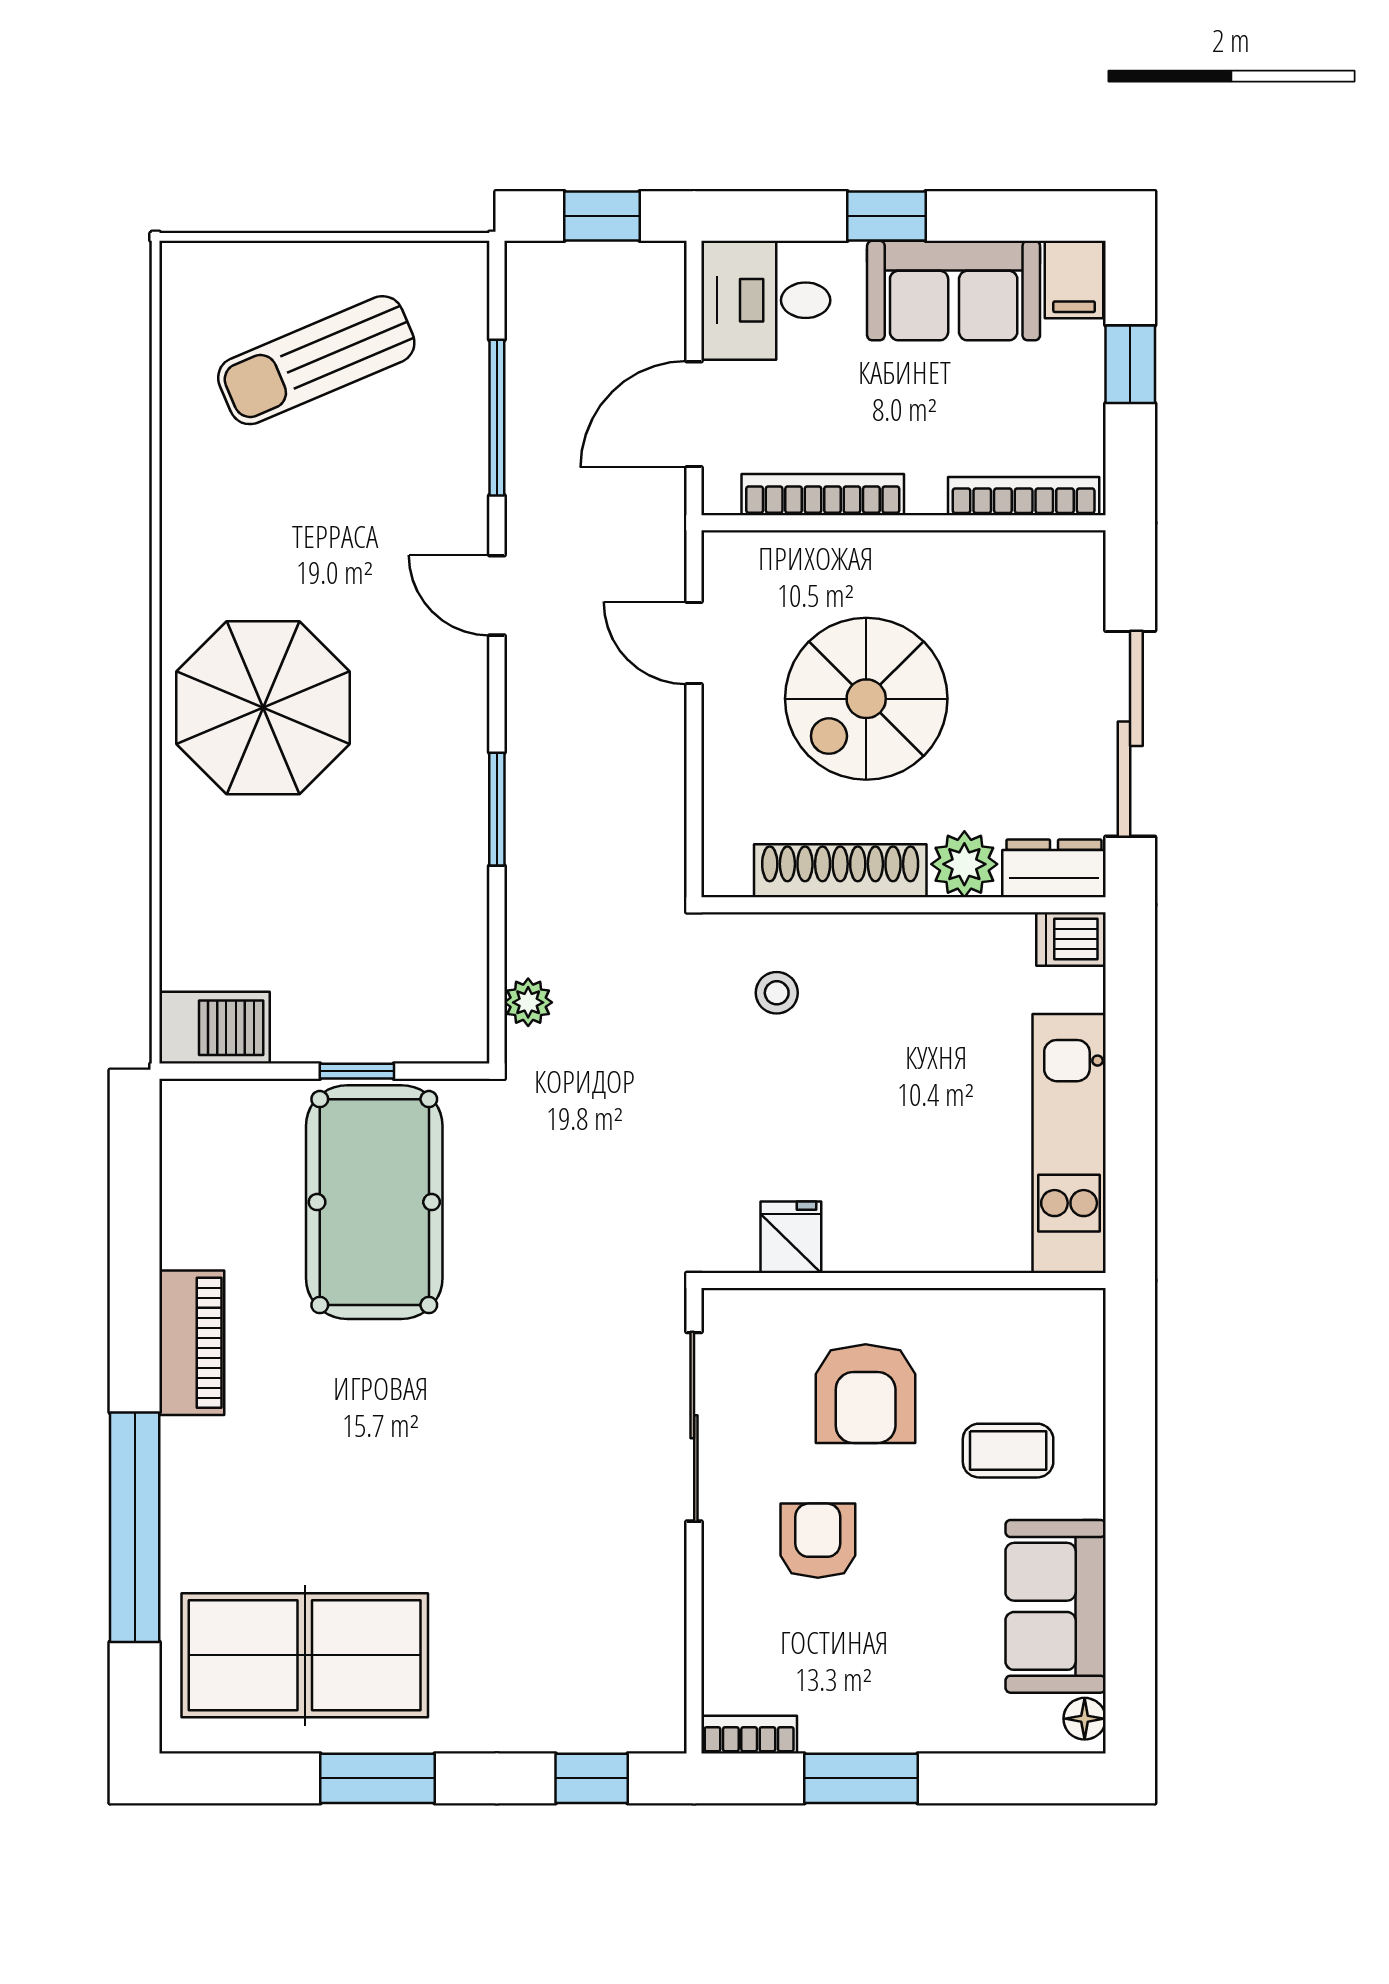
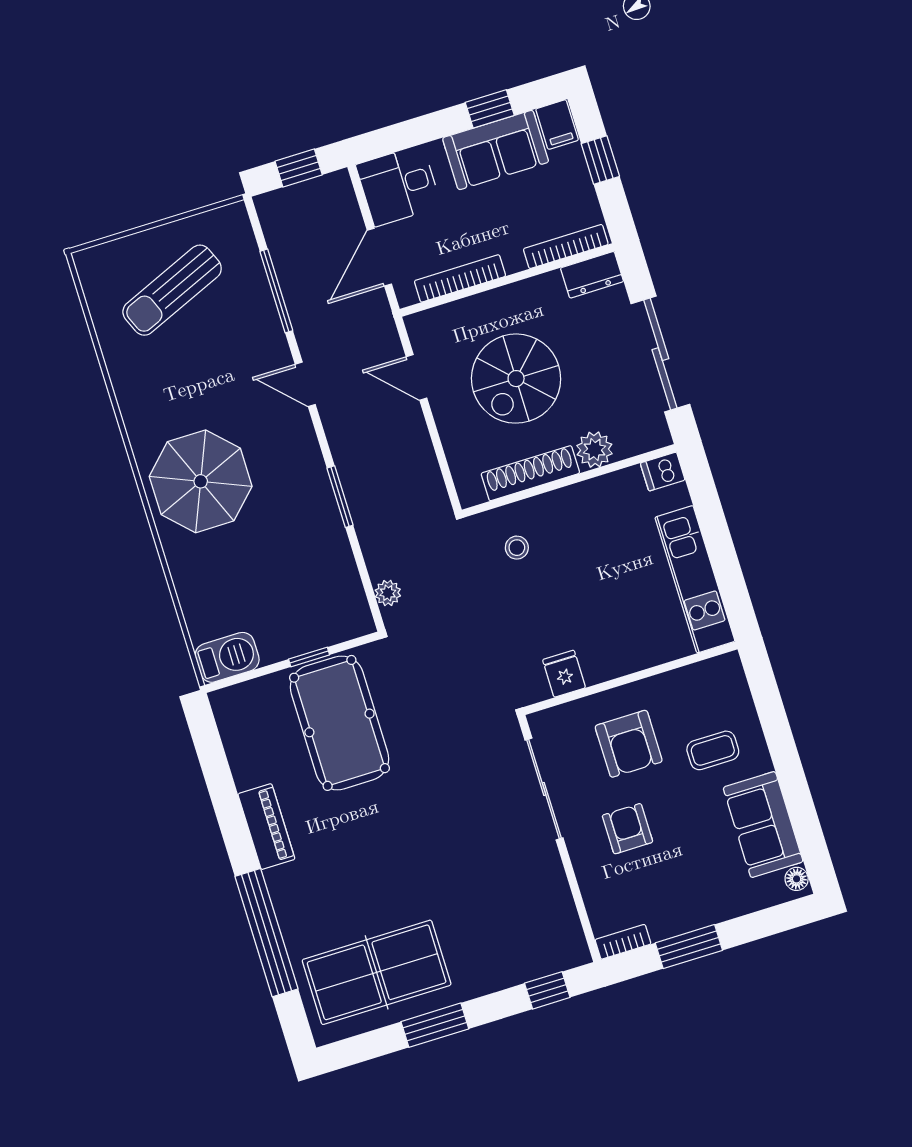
window: (886, 216) -> (490, 109), moved
dresser: (1054, 868) -> (592, 275), moved, turned 180

